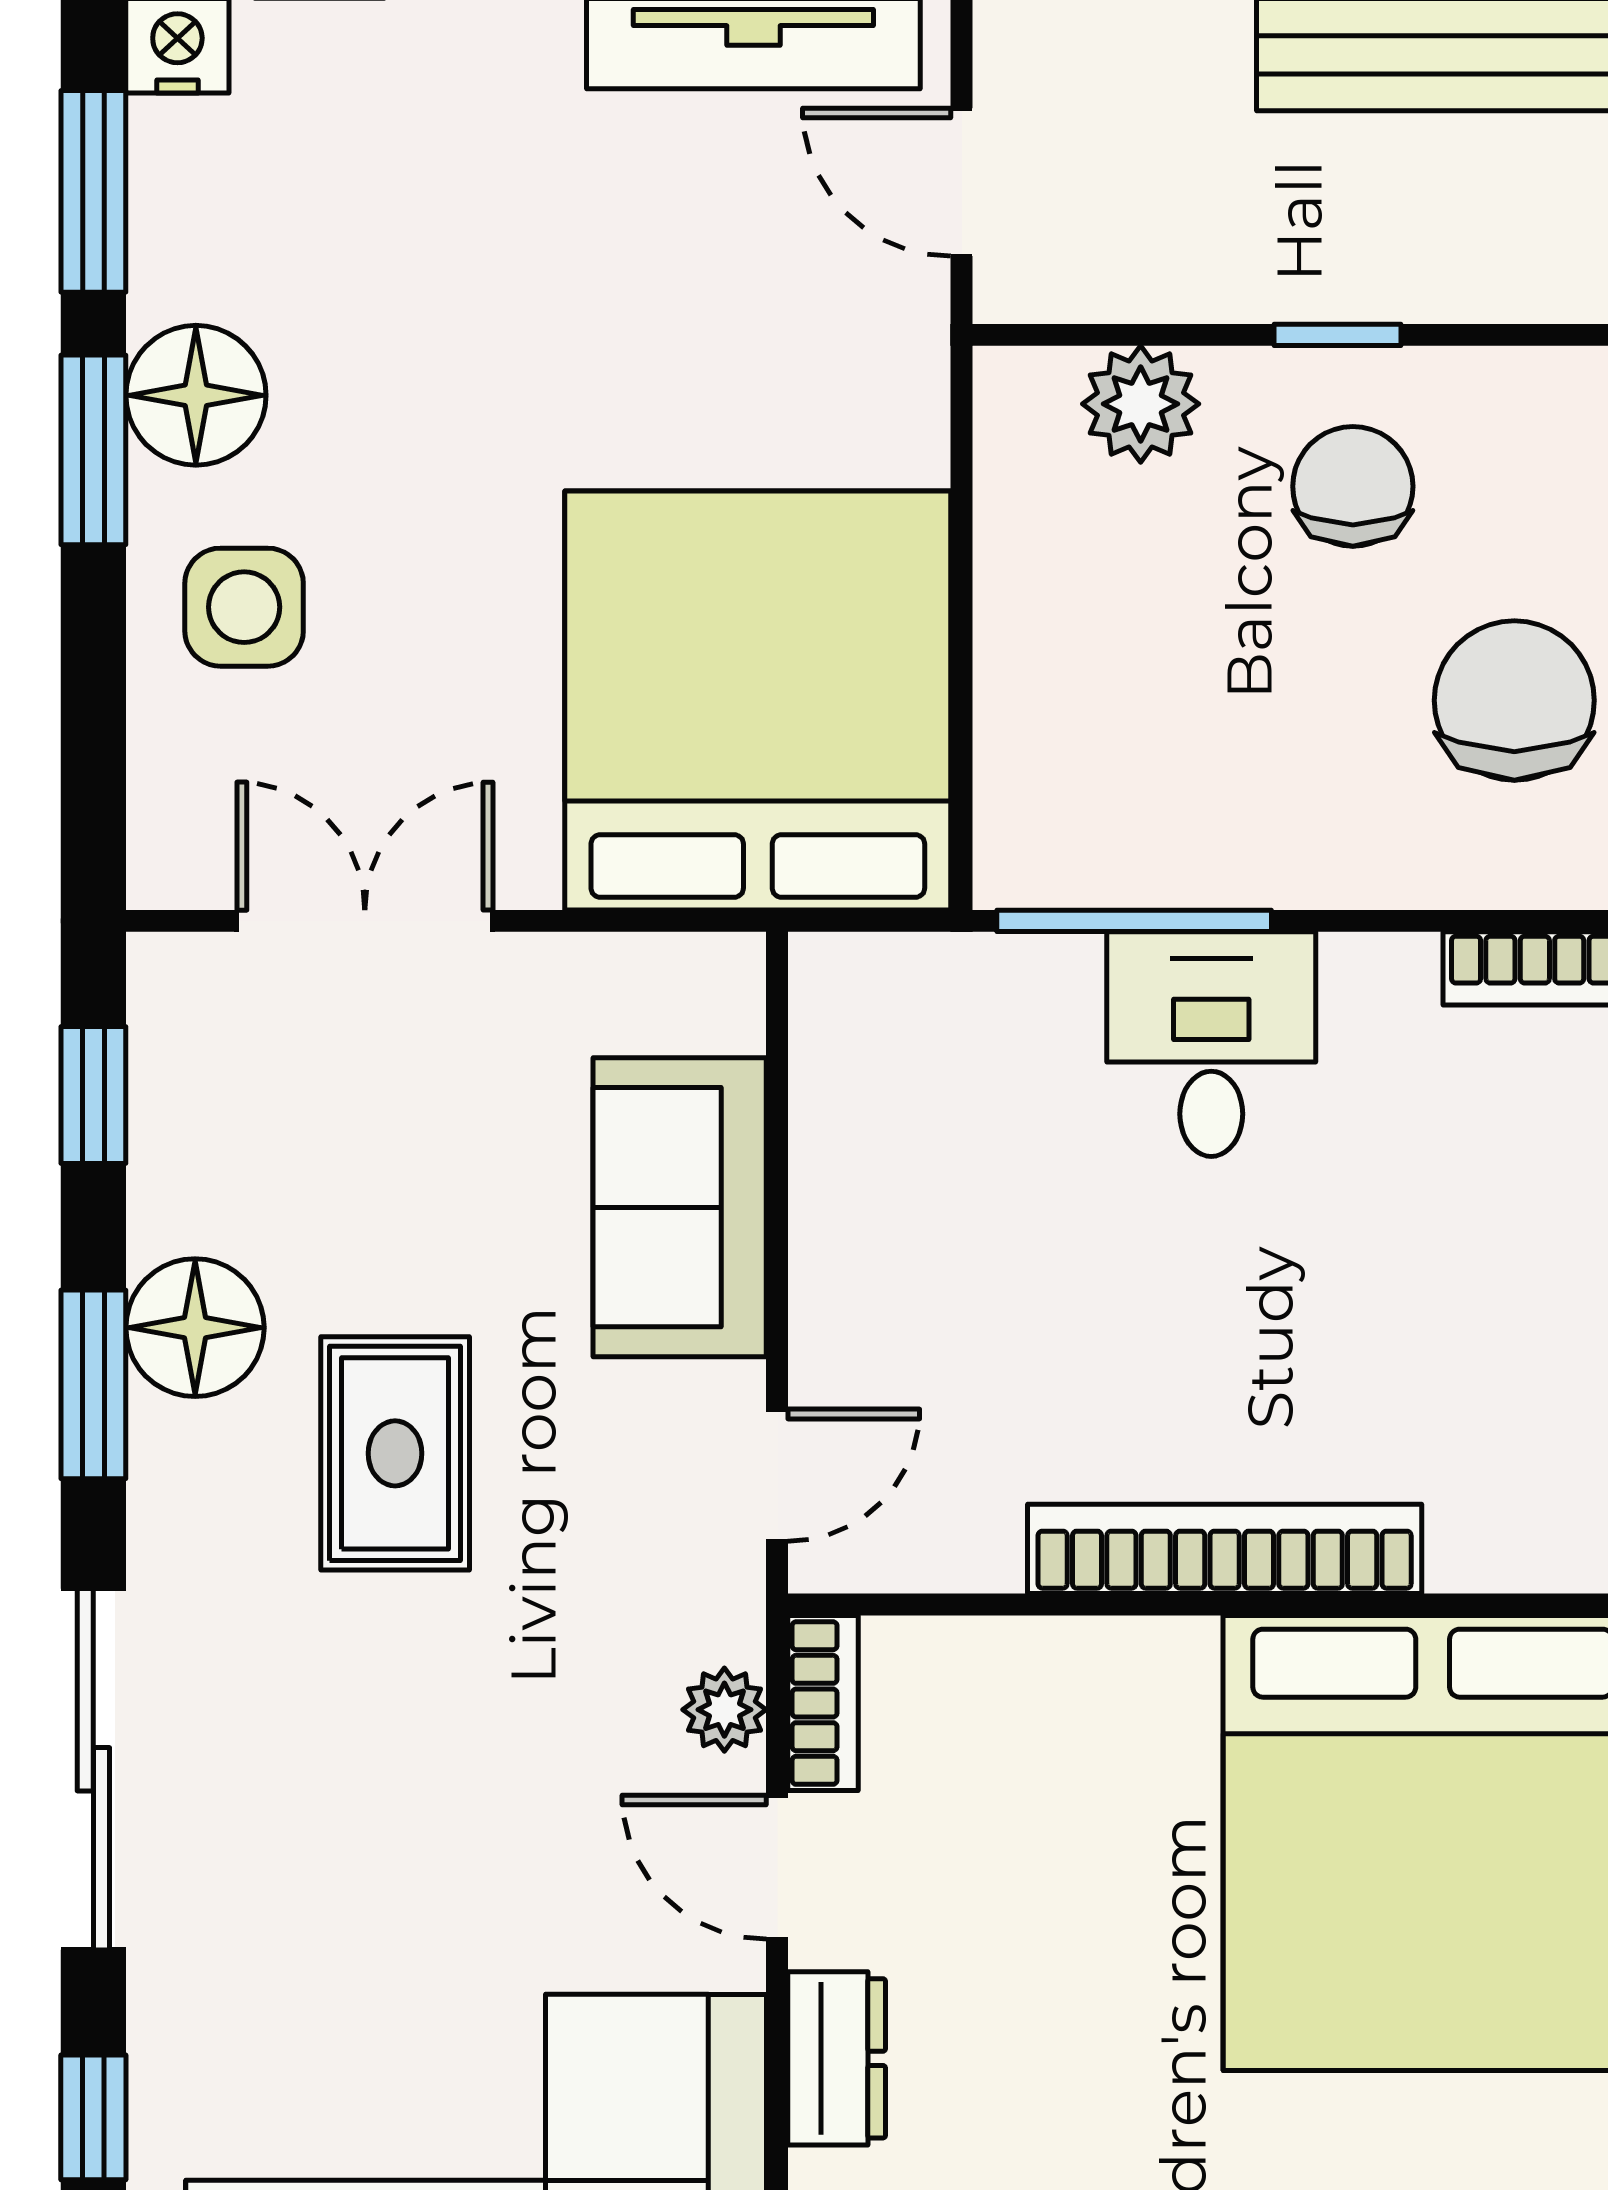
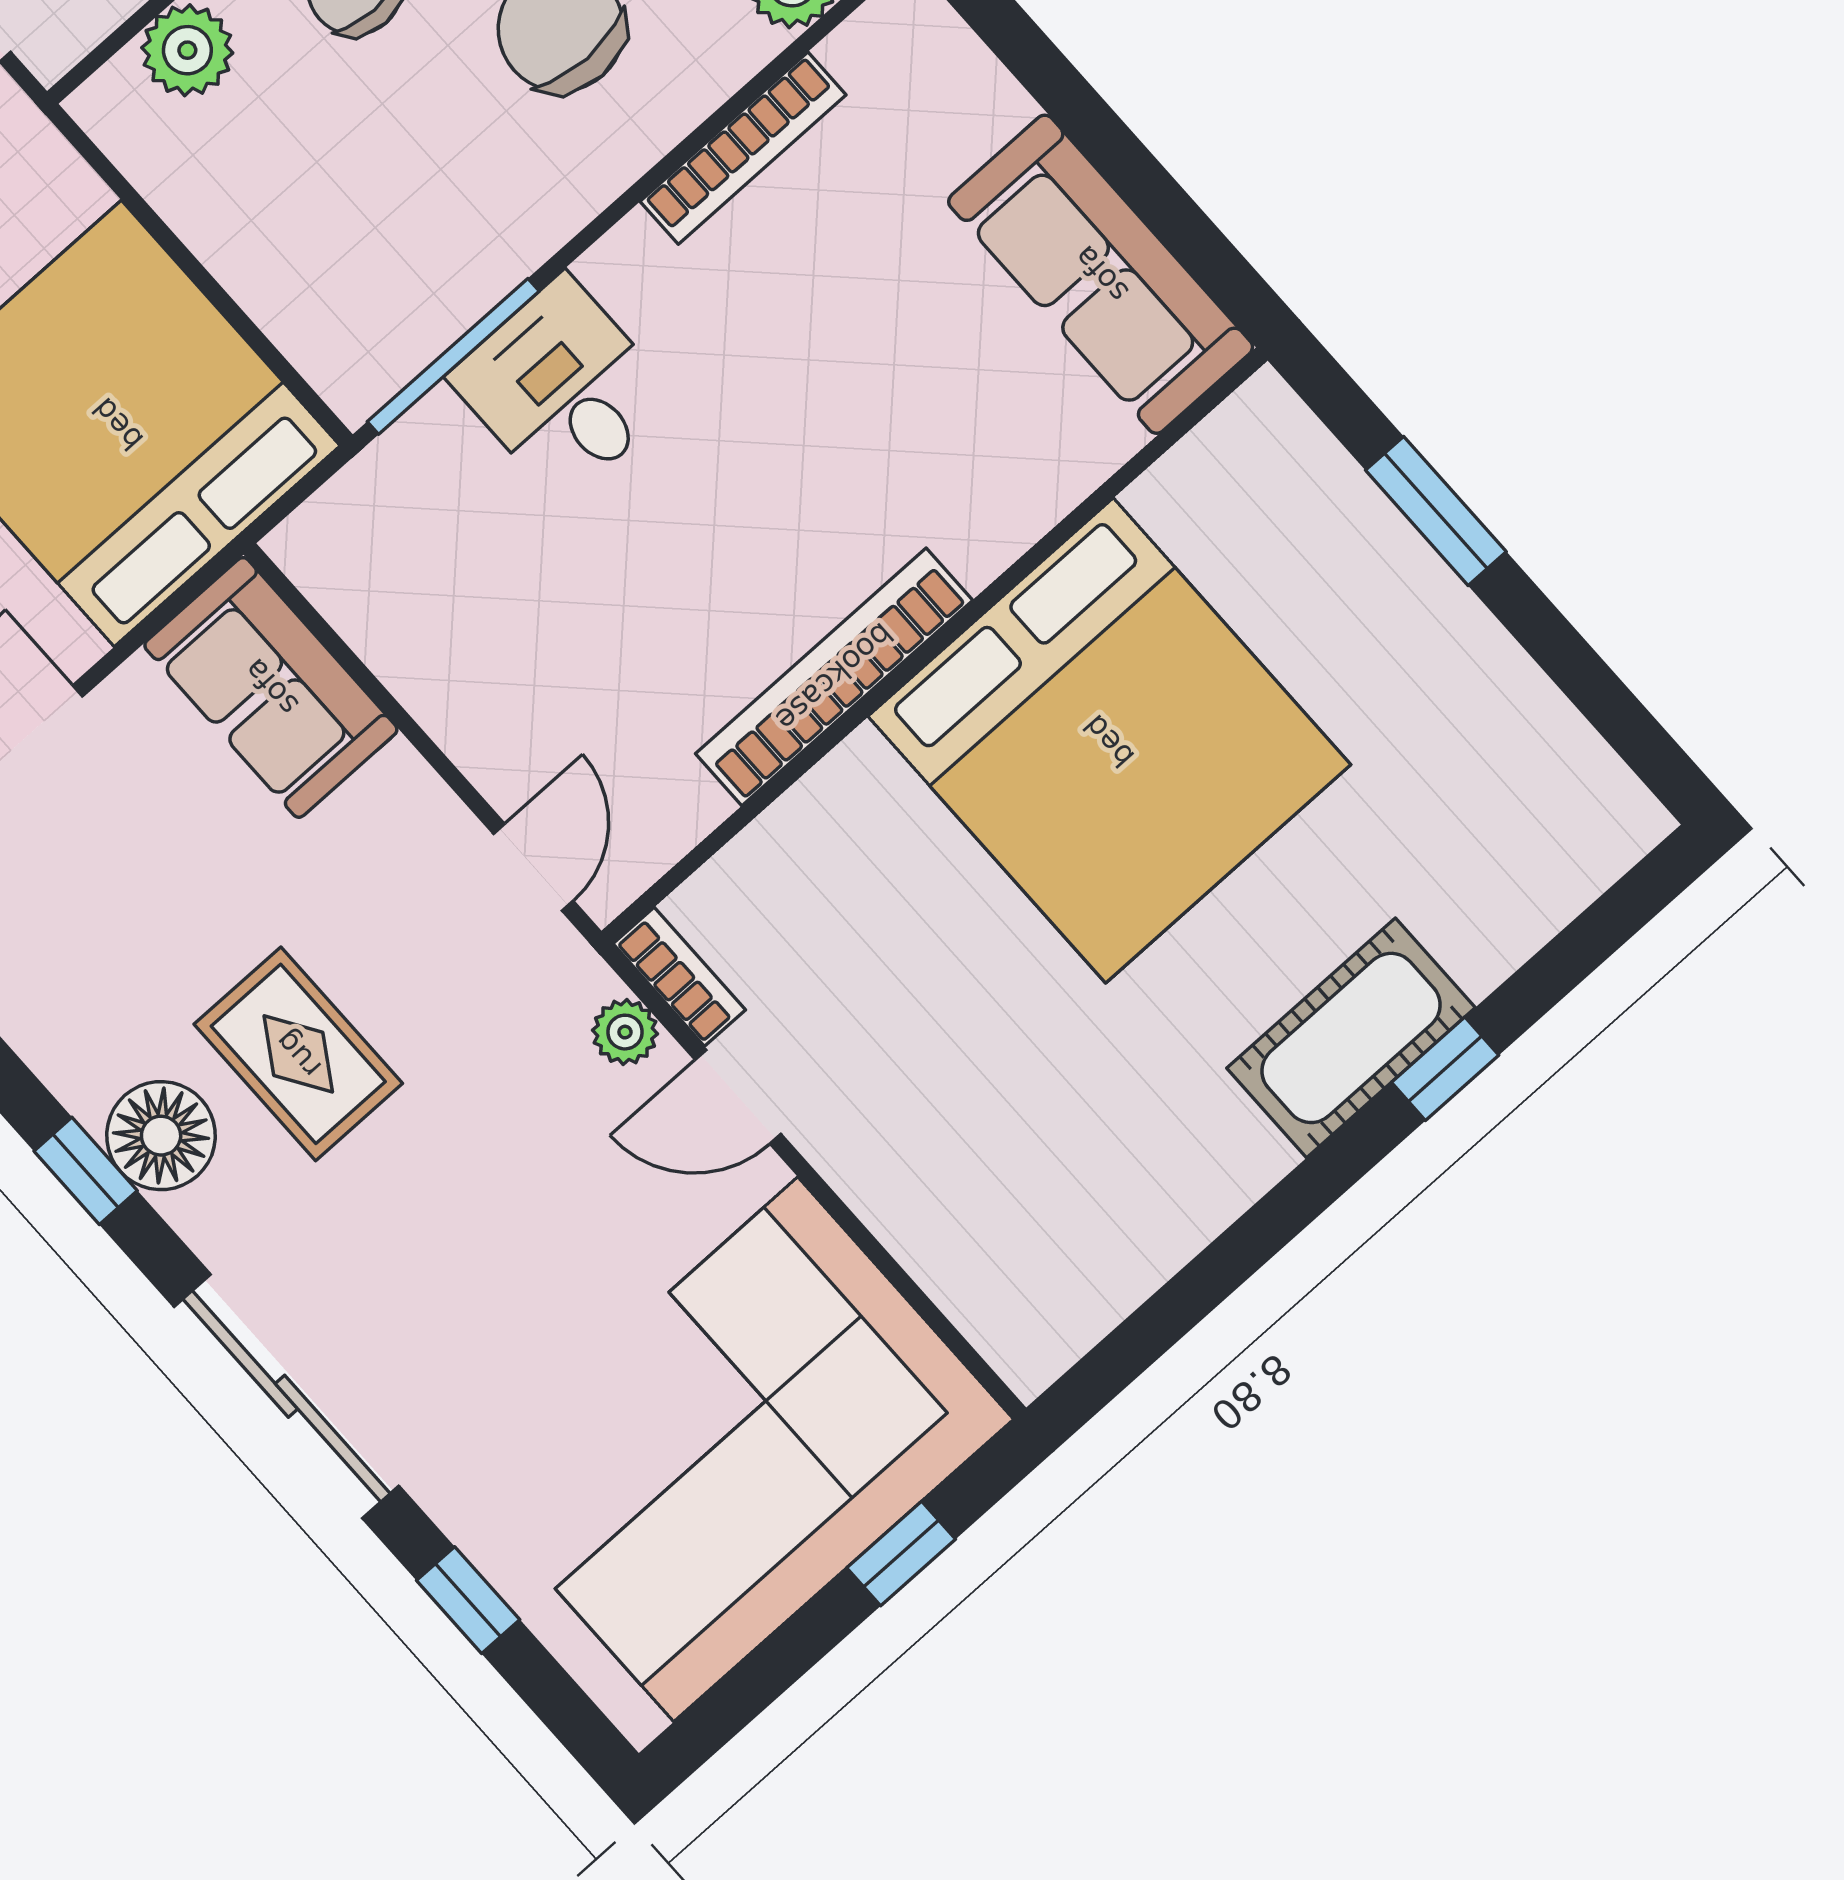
sofa: (680, 1207) -> (271, 687), moved
floor lamp: (195, 1328) -> (161, 1136), moved
window: (93, 1384) -> (86, 1171), width x0.67
dresser: (837, 2058) -> (873, 1178), removed

